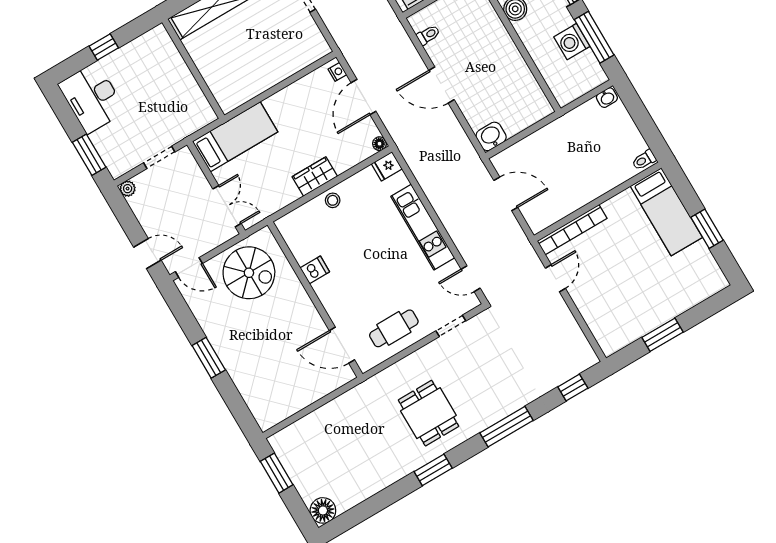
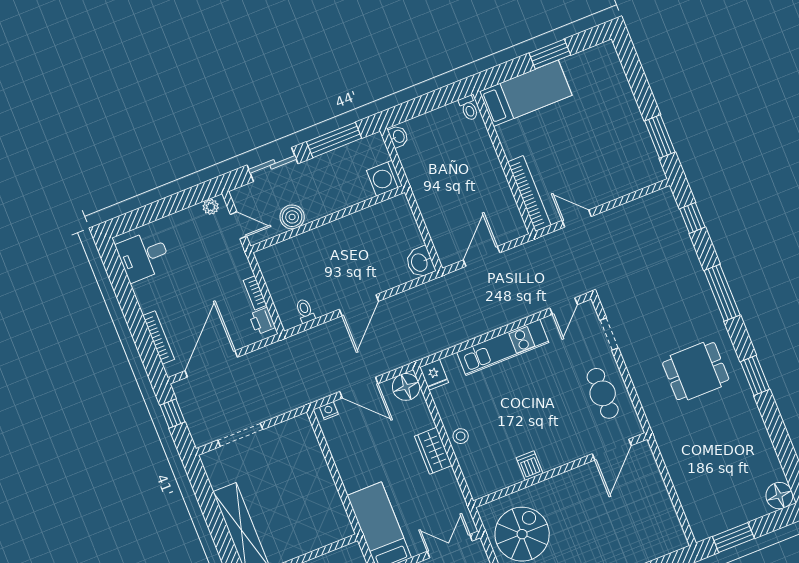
washing machine: (572, 42) -> (384, 178), moved, turned 90
floor lamp: (379, 144) -> (406, 387), width x1.89, depth x1.89
window: (662, 335) -> (660, 136), moved

